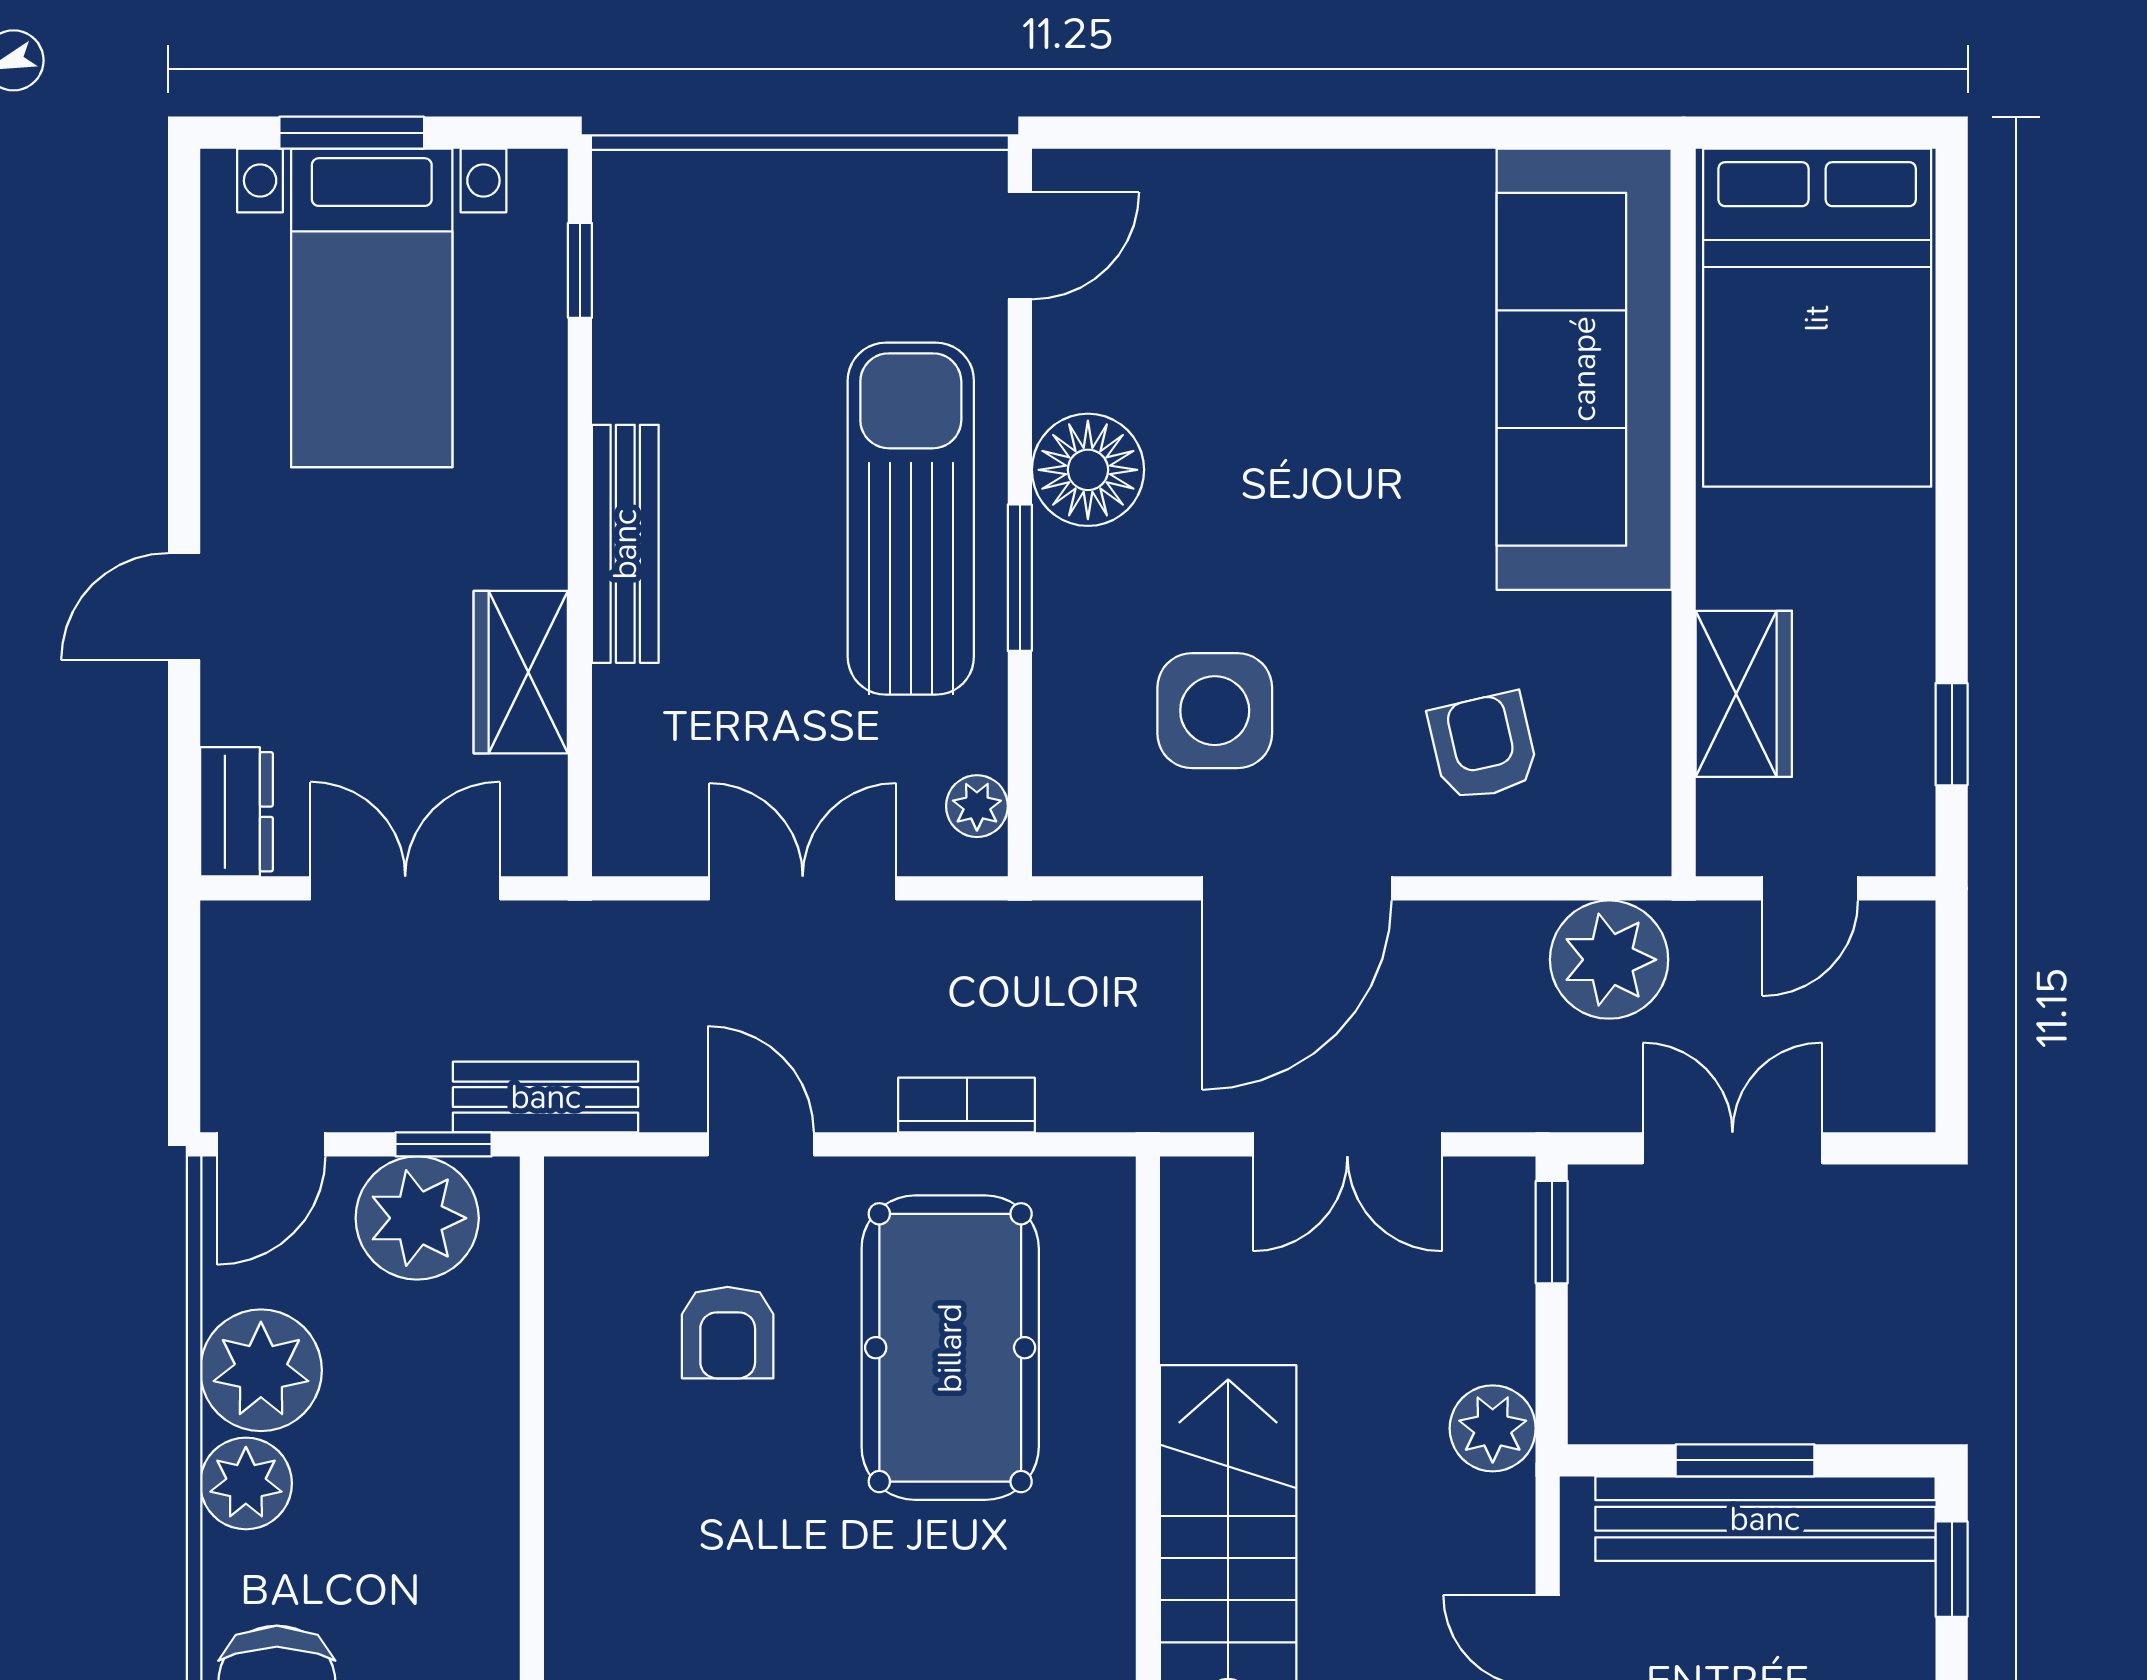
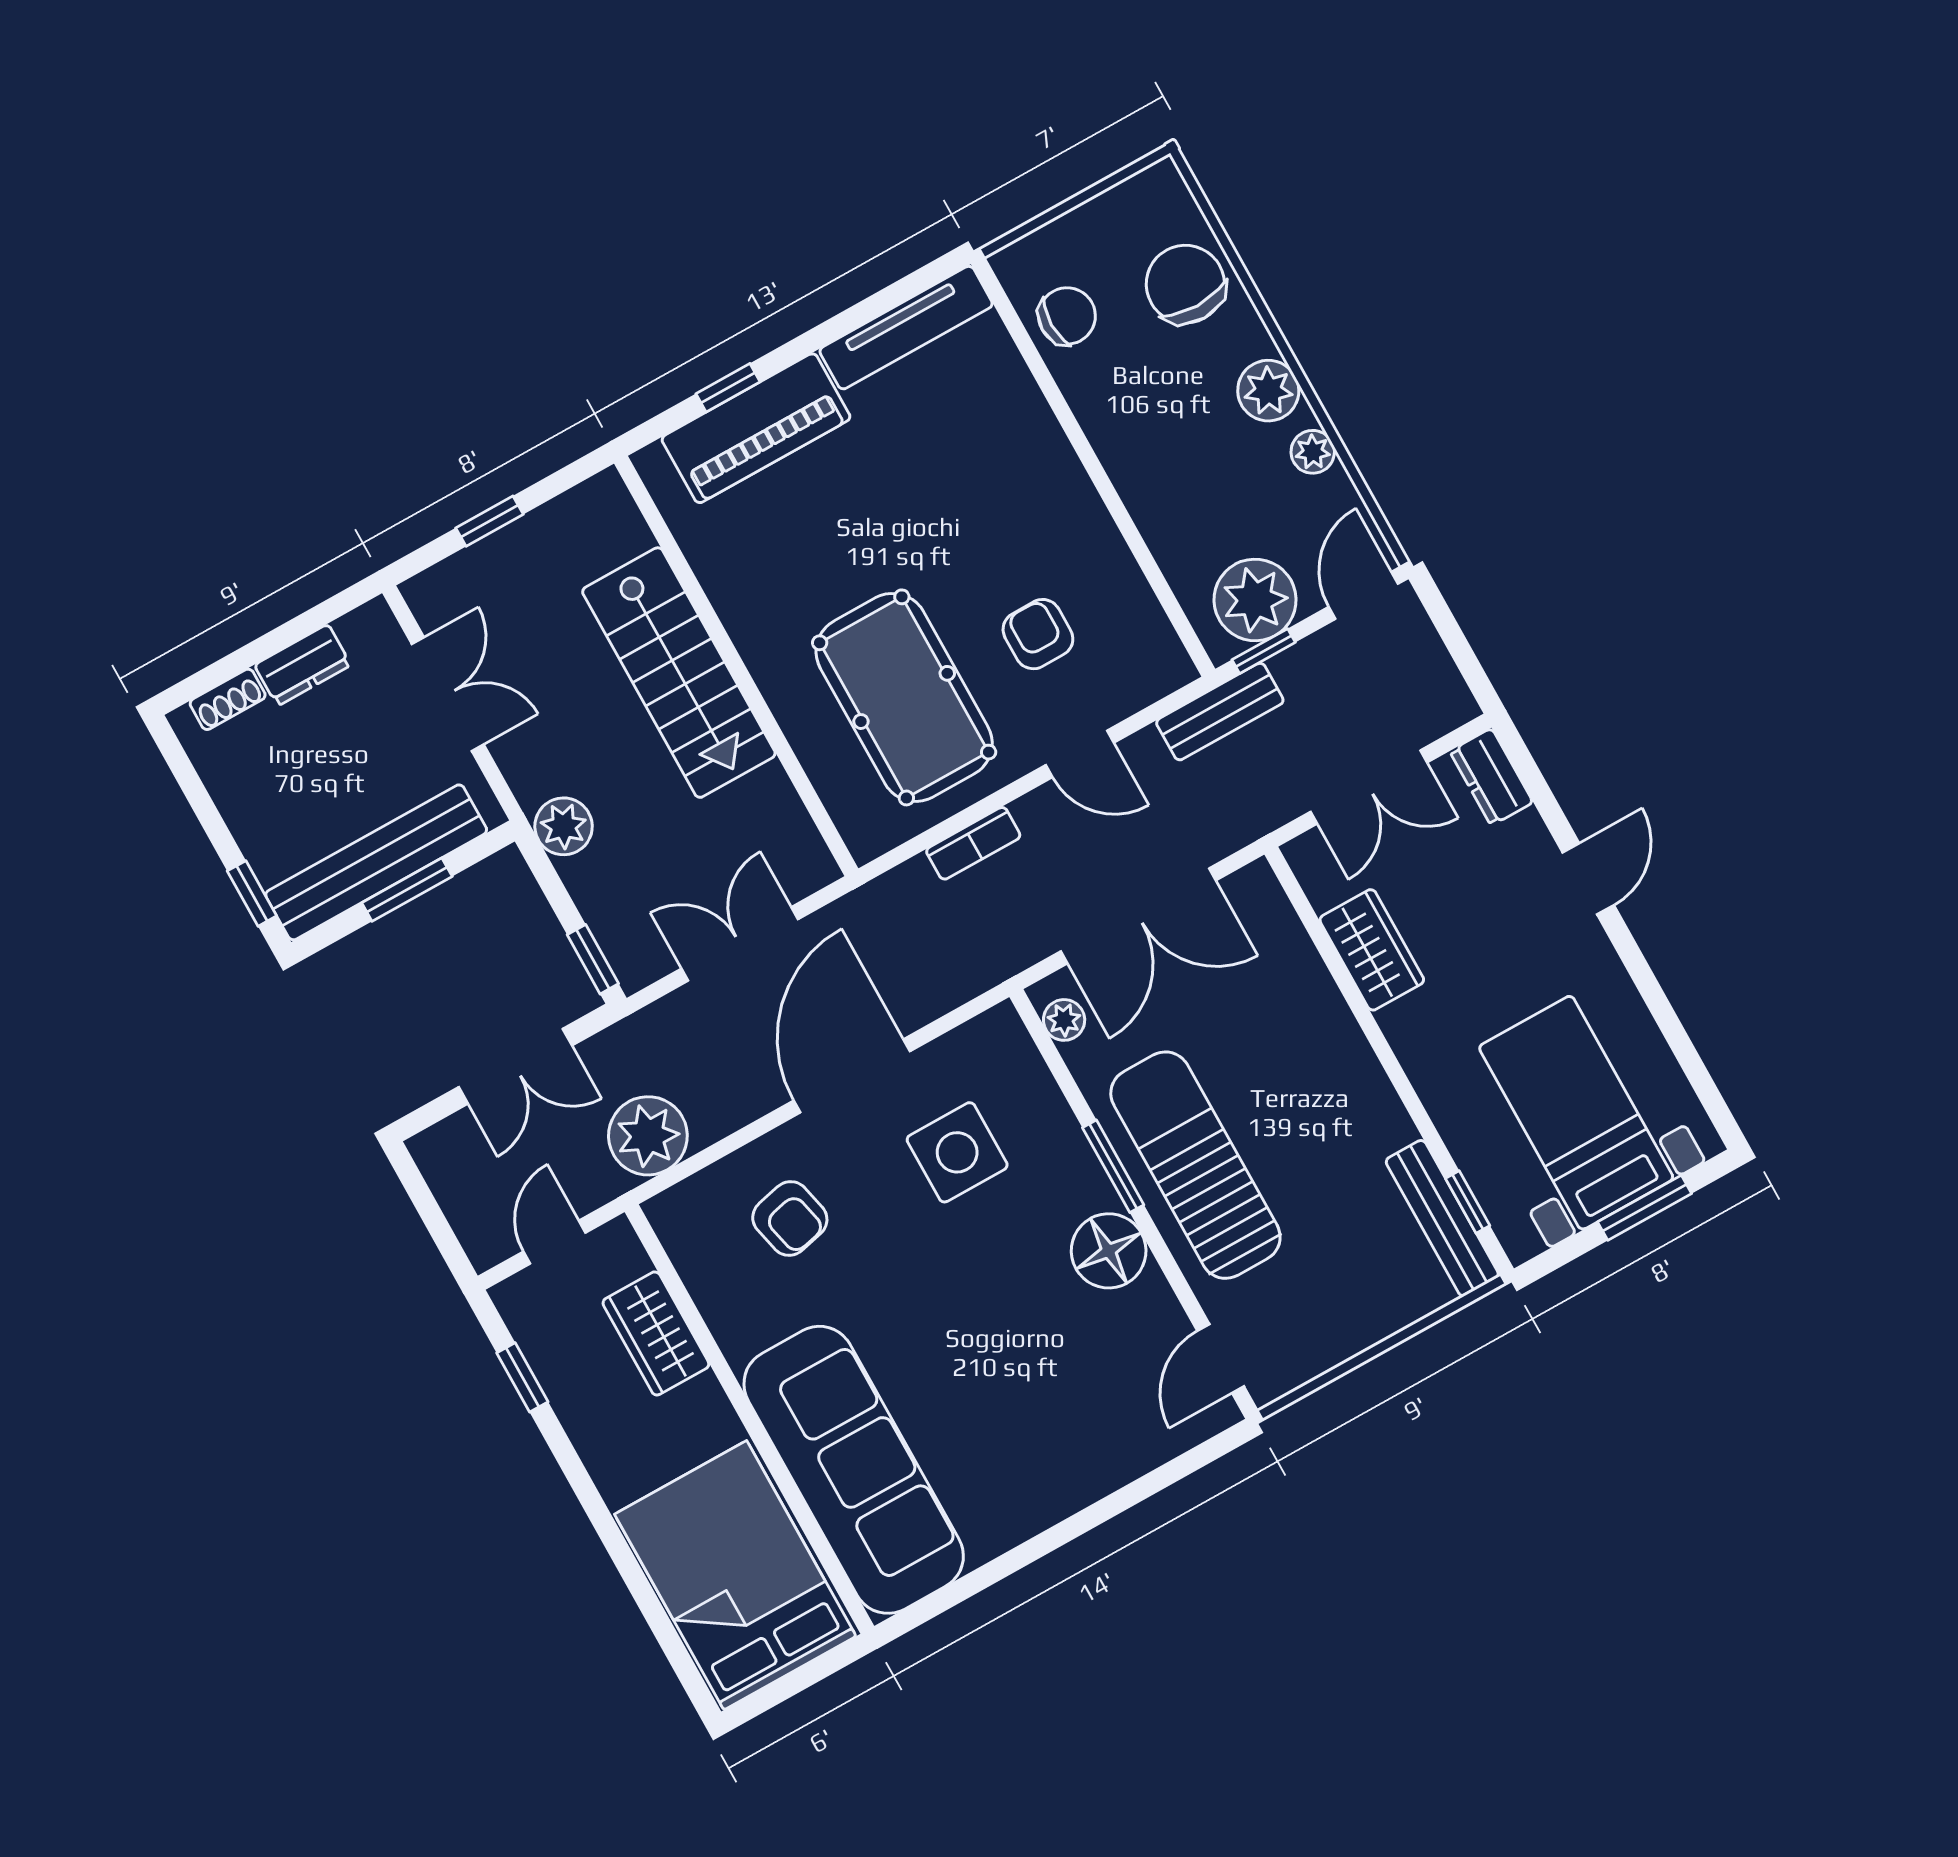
sun lounger: (911, 519) -> (1195, 1165), turned 180
bench: (625, 544) -> (1442, 1218), moved
double door: (803, 888) -> (1138, 916), width x1.37
plant: (261, 1370) -> (1313, 452), width x0.53, depth x0.53

